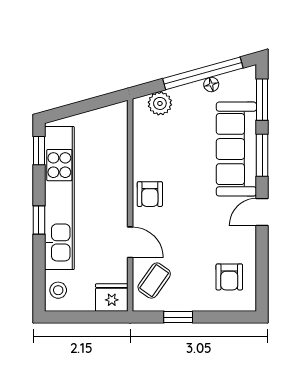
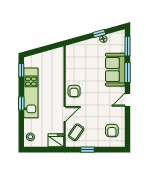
window: (203, 73) -> (99, 34), width x0.32
plant: (160, 103) -> (79, 48), removed
sofa: (236, 149) -> (115, 70), width x0.73
kitchen unit: (59, 198) -> (31, 93), width x0.73
door: (130, 242) -> (65, 114), hinge flipped

